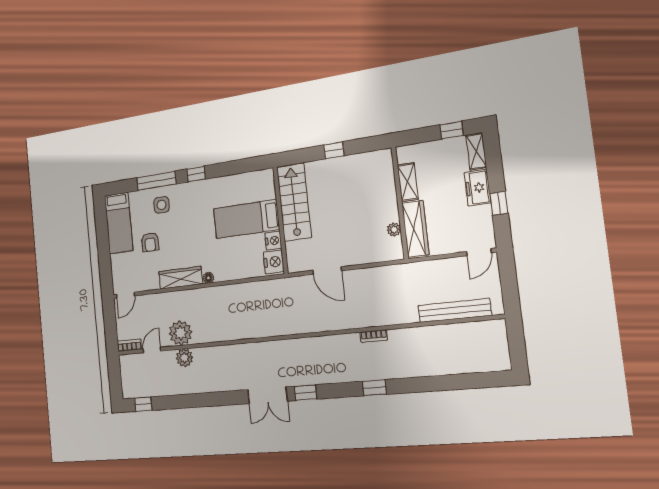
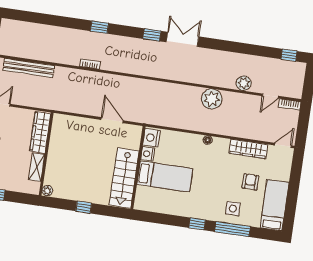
plant: (394, 230) -> (47, 191), moved
wardrobe: (181, 278) -> (248, 149), moved
plant: (181, 333) -> (212, 99), moved

